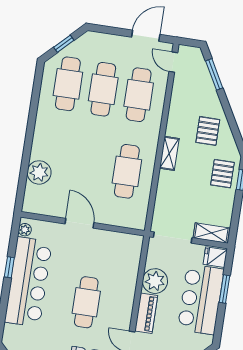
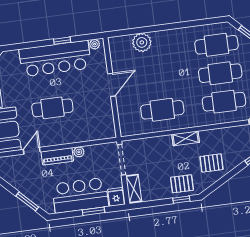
plant: (155, 281) -> (79, 152), width x0.53, depth x0.53

